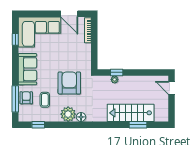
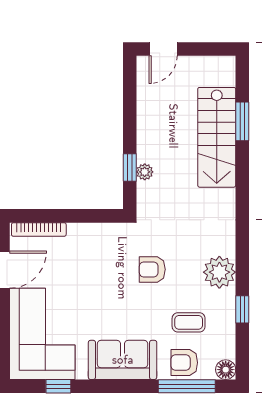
armchair: (69, 83) -> (152, 269), width x0.53, depth x0.53
floor lamp: (81, 117) -> (226, 370), moved
window: (38, 125) -> (242, 309), moved

